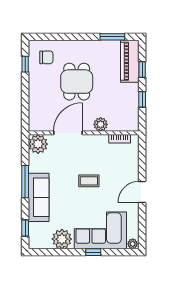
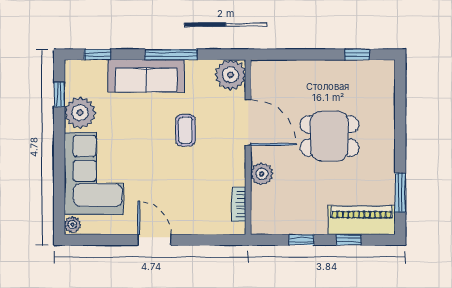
chair: (46, 57) -> (368, 88), removed
coffee table: (89, 181) -> (186, 130), moved
window: (93, 252) -> (59, 95), moved

